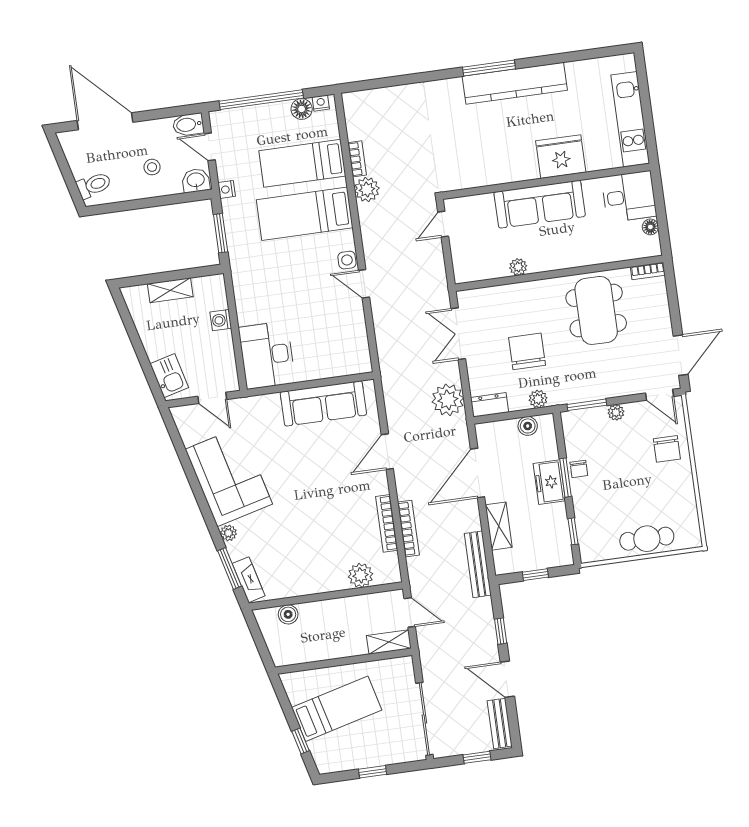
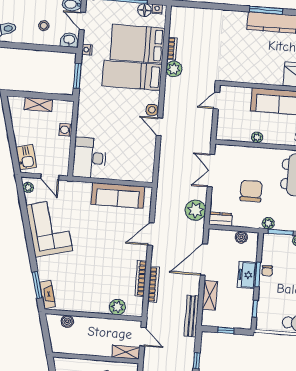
bed: (302, 163) -> (137, 44), width x1.50
plant: (538, 399) -> (268, 223), moved
plant: (228, 533) -> (28, 187), moved

